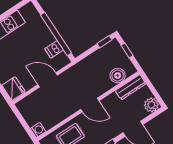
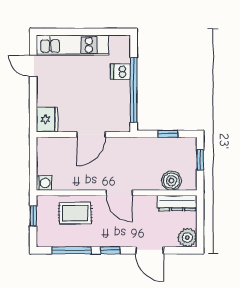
window: (105, 42) -> (168, 134), moved
dishwasher: (54, 49) -> (120, 72), moved
door: (48, 80) -> (91, 135), swing flipped

